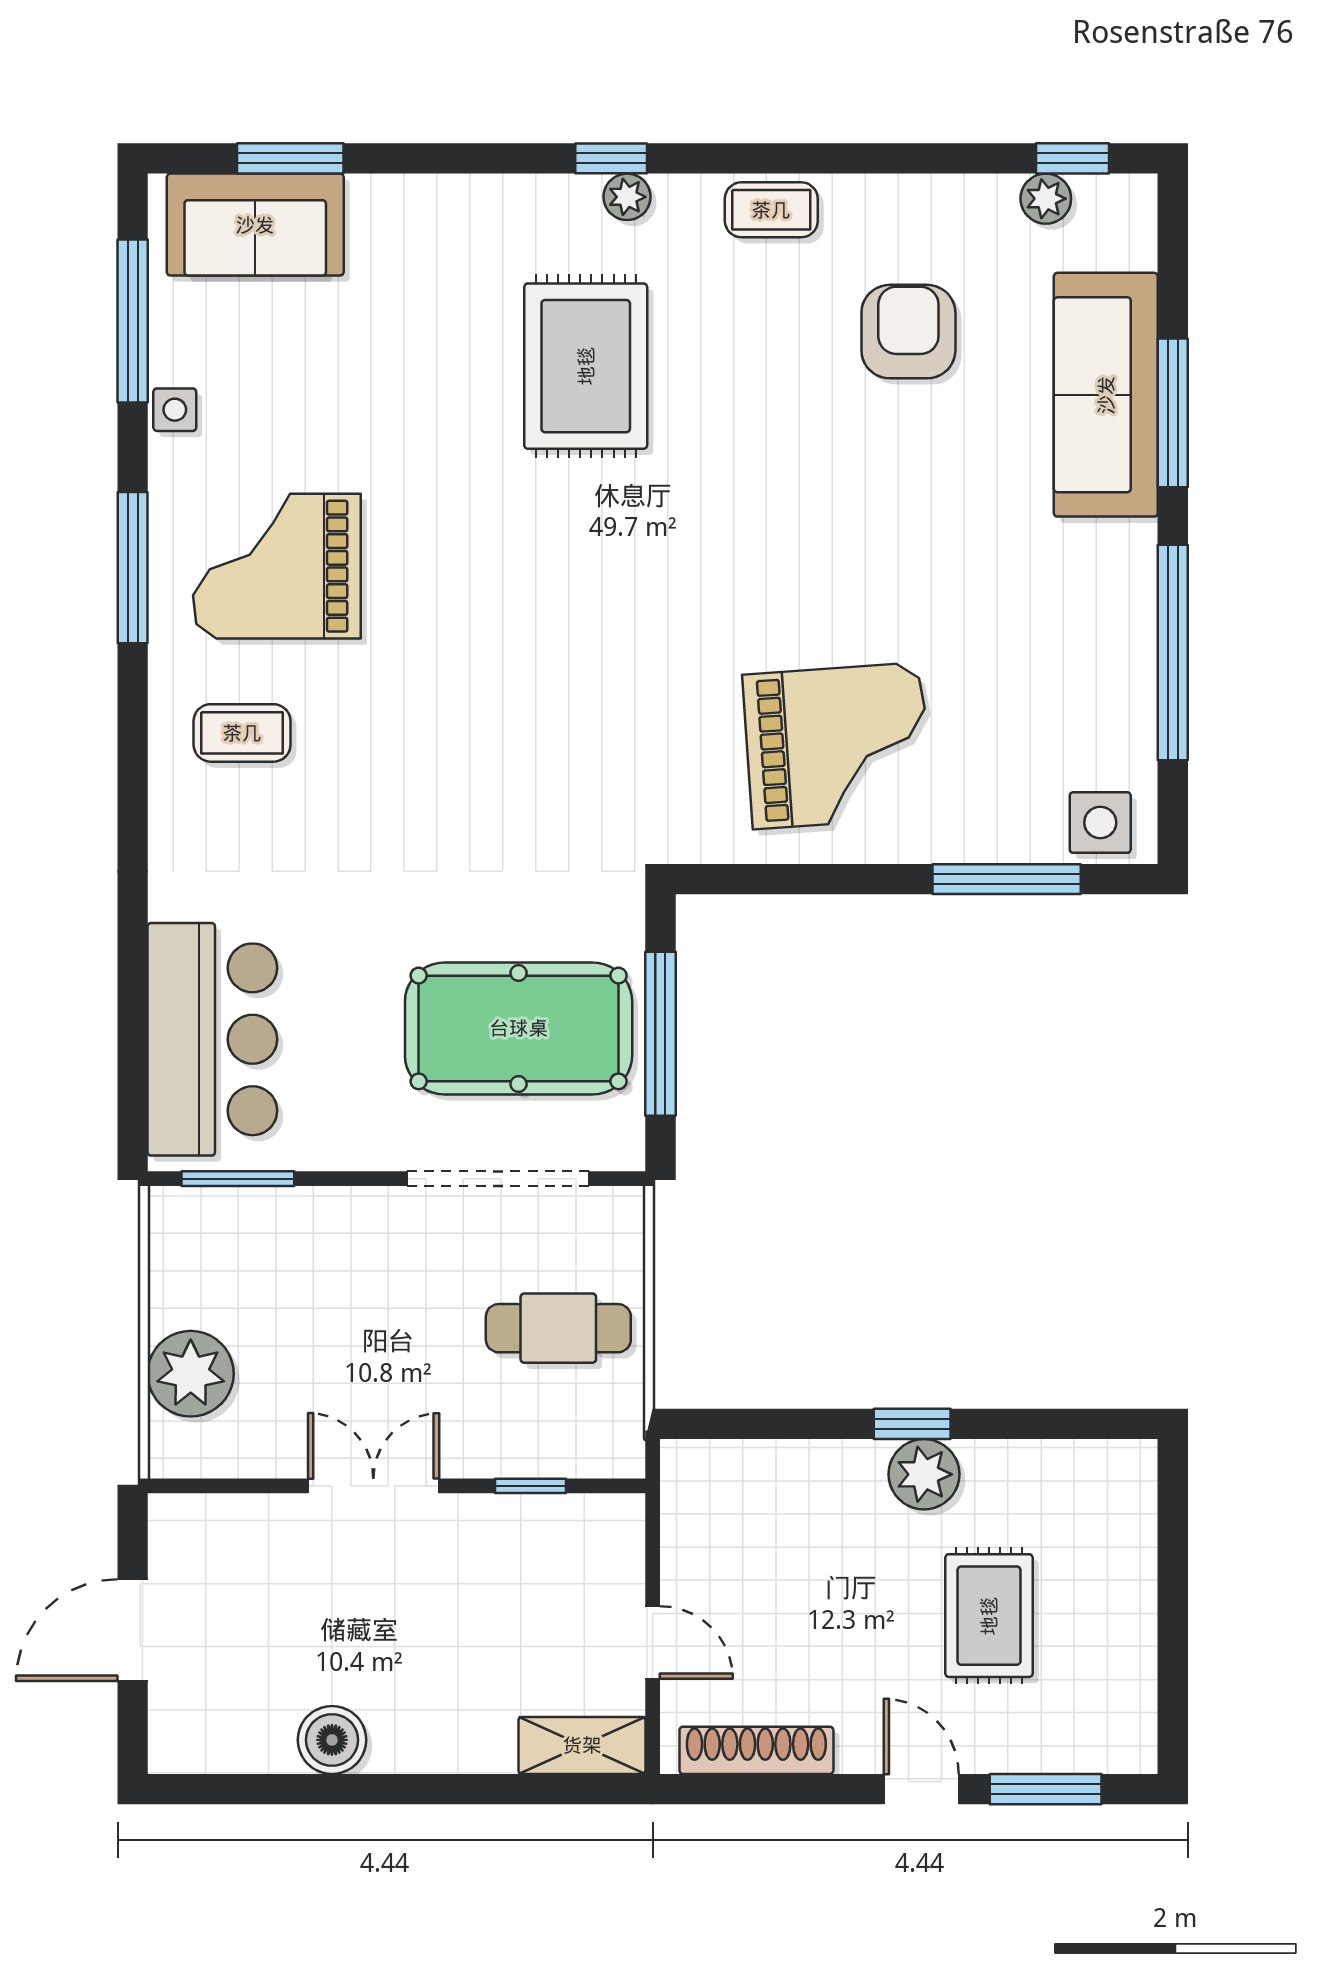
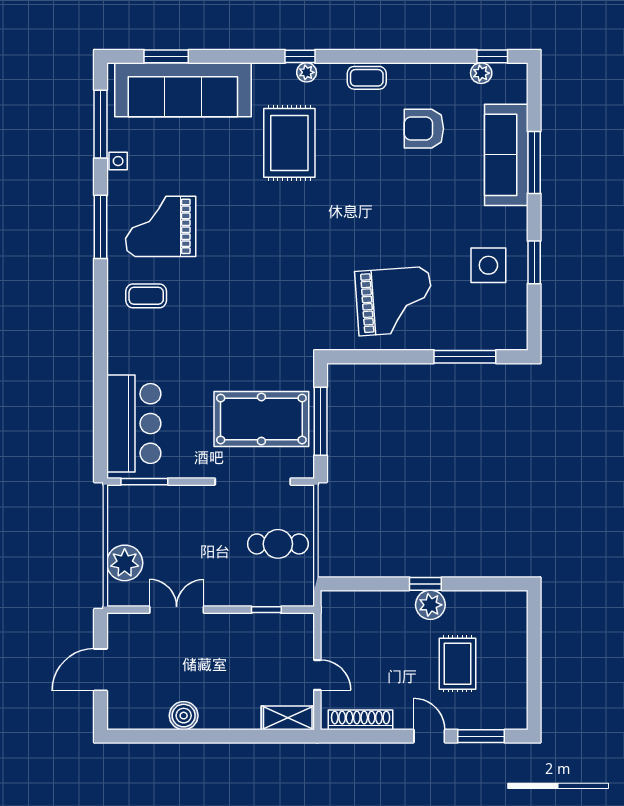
sofa: (255, 225) -> (183, 90), width x1.85, depth x1.27
armchair: (908, 332) -> (424, 129), turned -90
window: (1173, 652) -> (534, 262), width x0.47
side table: (1100, 823) -> (488, 265), moved, width x1.37, depth x1.37
double door: (373, 1486) -> (177, 610), moved

